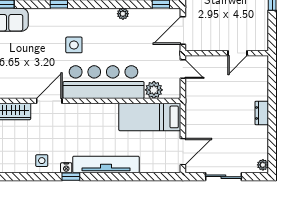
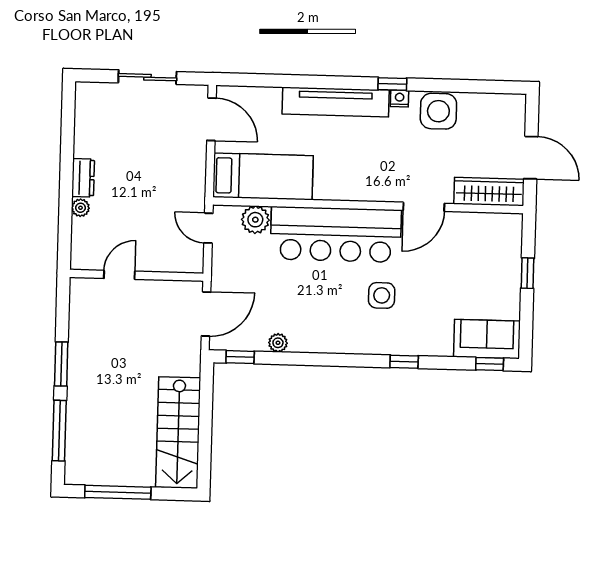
plant: (123, 14) -> (278, 343), moved
door: (183, 69) -> (208, 228), moved
door: (183, 152) -> (211, 119), swing flipped
side table: (42, 161) -> (438, 111), width x1.87, depth x1.87
plant: (263, 165) -> (80, 208), moved

